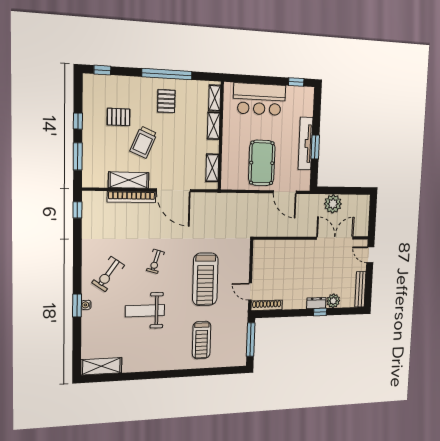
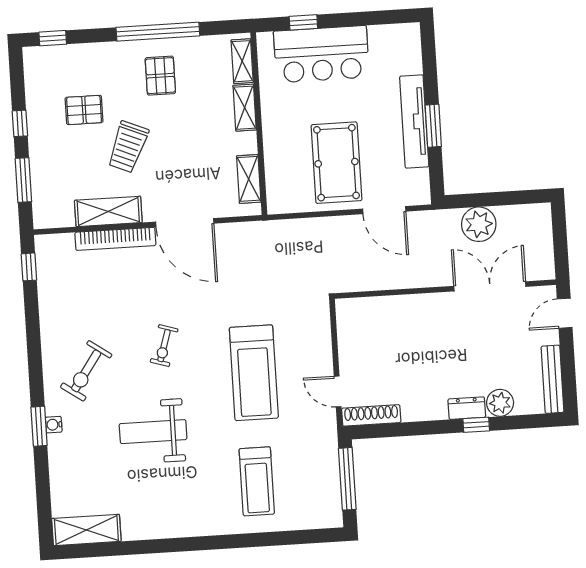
window: (296, 82) -> (303, 22), moved
door: (370, 255) -> (565, 313), hinge flipped

